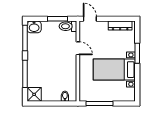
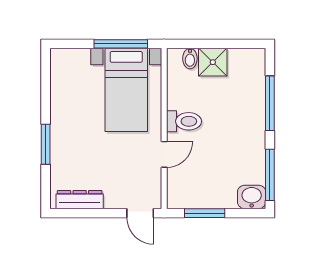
toilet: (68, 26) -> (184, 121), moved
door: (78, 48) -> (164, 154), swing flipped
bed with nightstands: (114, 70) -> (126, 90), moved, turned 90
shower: (34, 94) -> (213, 62), moved

